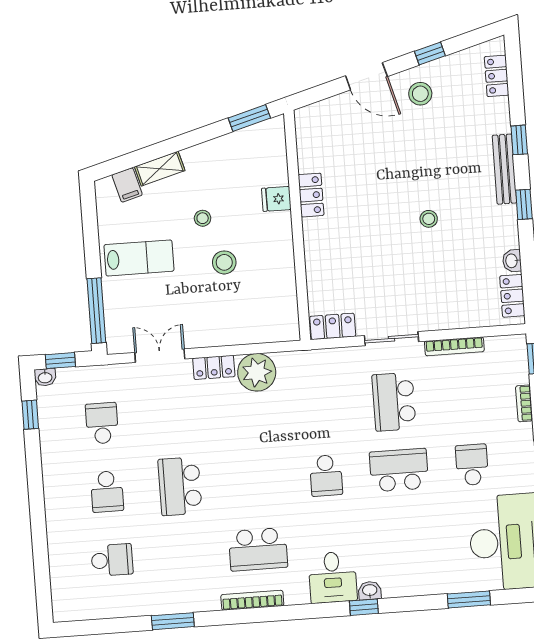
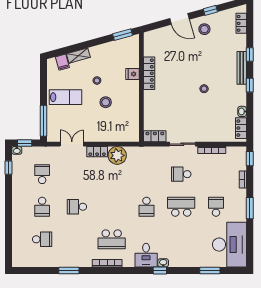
locker: (311, 195) -> (149, 73), width x1.53
school desk: (394, 402) -> (181, 174), width x0.54
school desk: (180, 486) -> (77, 207), width x0.54

